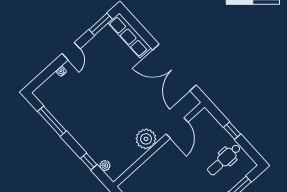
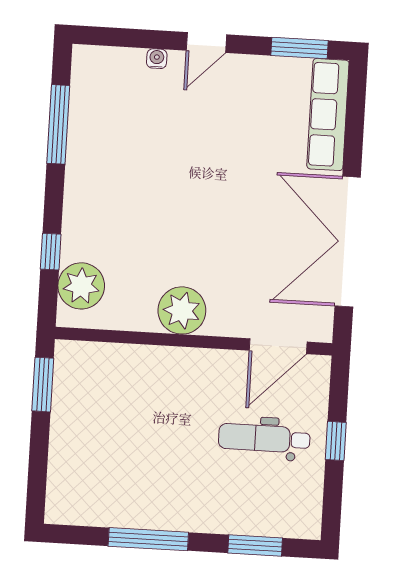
door: (177, 128) -> (278, 346), moved
dental chair: (224, 160) -> (264, 438), moved
plant: (105, 166) -> (81, 286), width x1.87, depth x1.87

